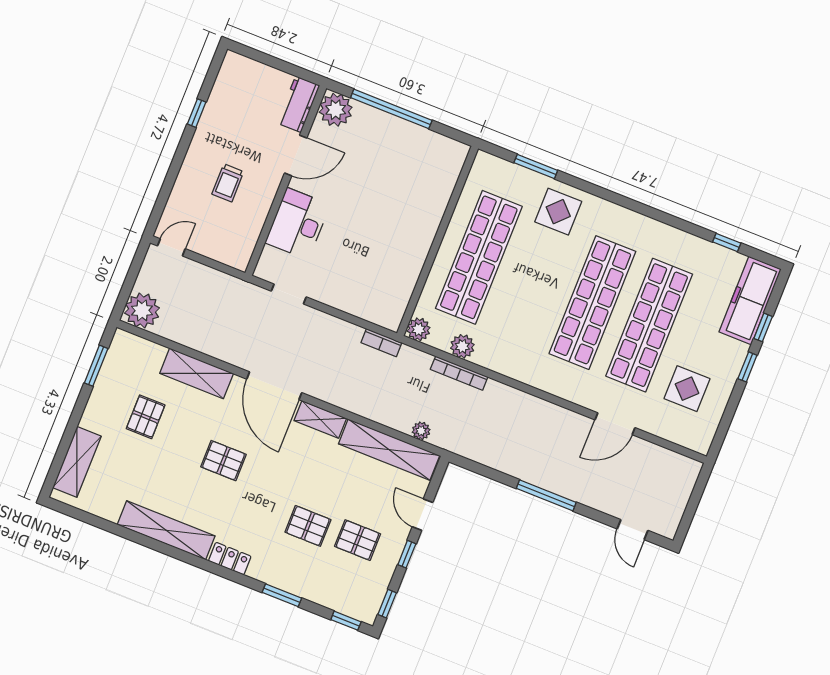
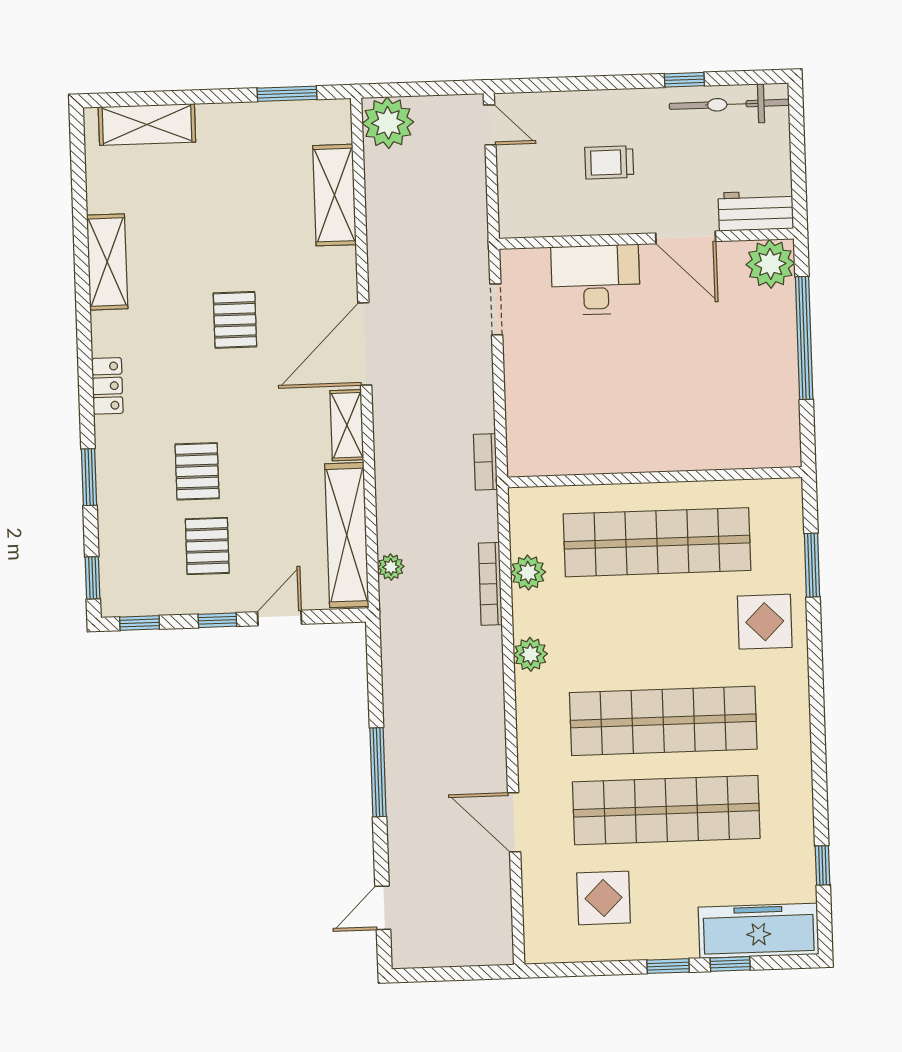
bicycle: (224, 92) -> (729, 104), added
plant: (419, 329) -> (530, 654), moved
shelving: (197, 373) -> (334, 195), moved
pallet: (146, 417) -> (248, 190), removed
shelving: (166, 530) -> (107, 262), width x0.68

